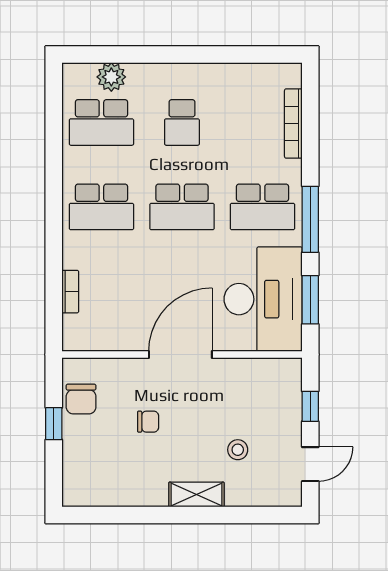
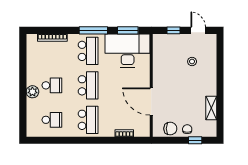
plant: (111, 77) -> (32, 92), moved
school desk: (101, 122) -> (52, 120), width x0.54
door: (180, 355) -> (151, 102), moved
chair: (148, 422) -> (187, 129), moved
window: (54, 424) -> (195, 140), moved
shelving: (196, 495) -> (211, 108), moved

